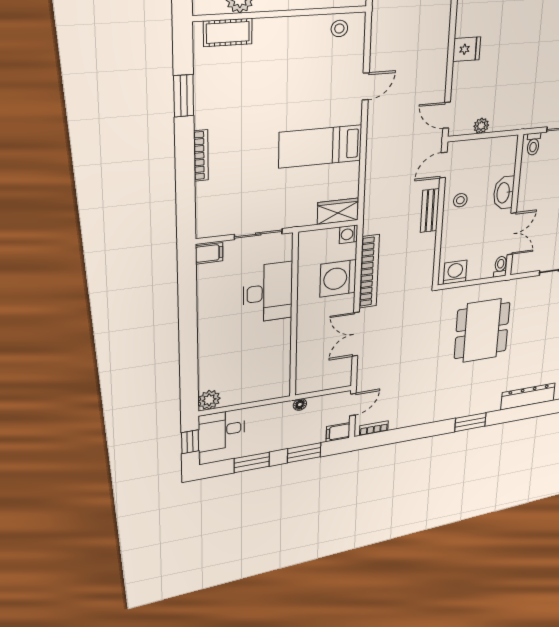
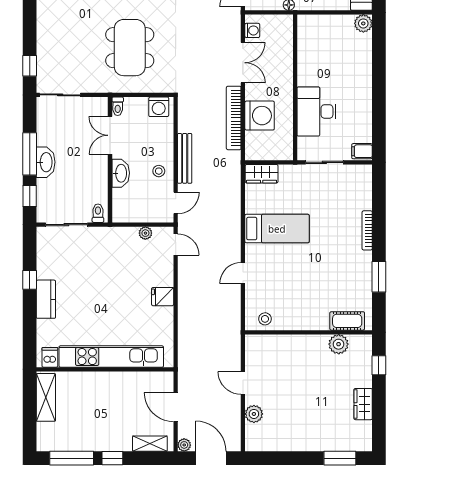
bench: (430, 211) -> (185, 158), width x1.36
washing machine: (348, 234) -> (252, 30), moved

